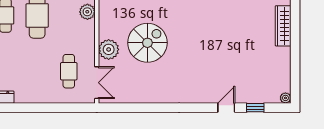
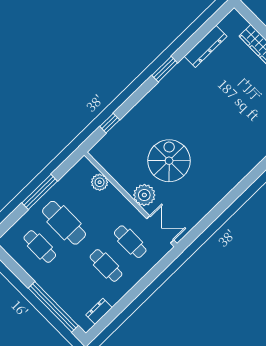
cafe table: (37, 71) -> (106, 265), added

